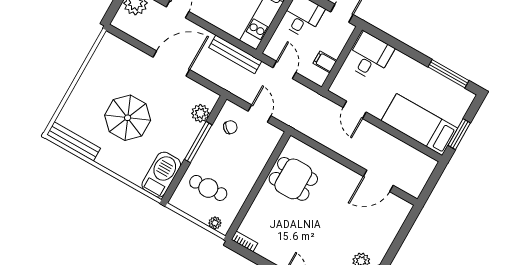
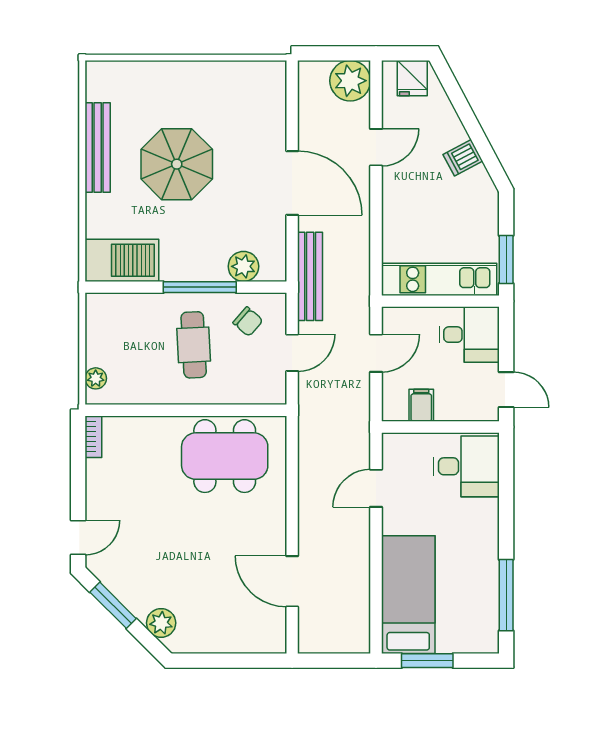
bench: (235, 54) -> (310, 276), moved
bench: (74, 141) -> (98, 148), moved
dining table: (293, 179) -> (225, 456), width x1.38
cafe table: (208, 188) -> (194, 345), moved

